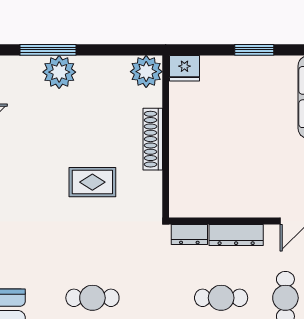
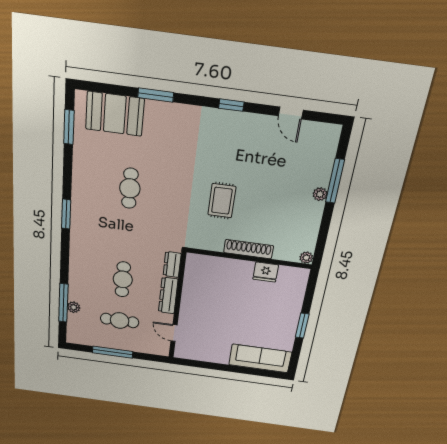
fridge: (184, 68) -> (266, 272), moved, turned -90
plant: (59, 72) -> (320, 194), width x0.53, depth x0.53
plant: (146, 72) -> (306, 258), width x0.53, depth x0.53

